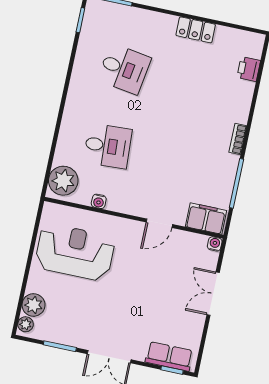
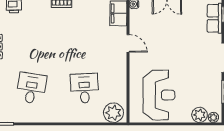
water cooler: (99, 201) -> (122, 86), removed
reception desk: (75, 252) -> (159, 95), turned 180

